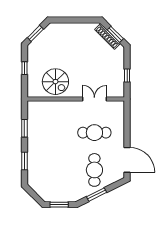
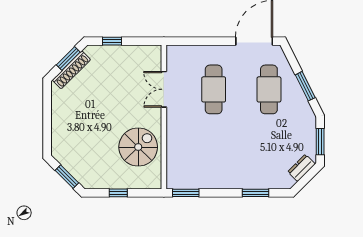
window: (127, 75) -> (112, 41), moved
window: (24, 128) -> (186, 193), moved
cafe table: (94, 170) -> (269, 89), turned 90
dresser: (41, 192) -> (301, 168), added

